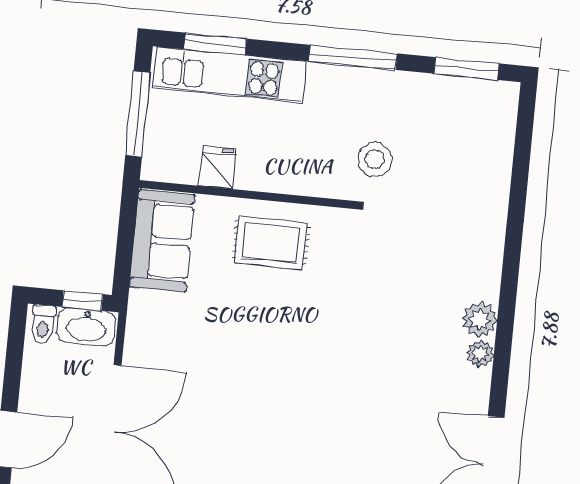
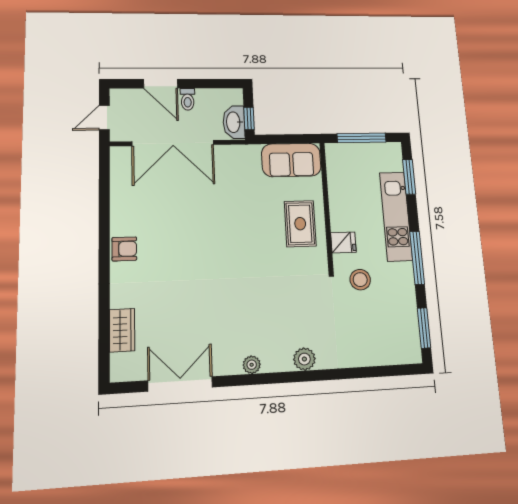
kitchen unit: (229, 75) -> (396, 216), moved
fridge: (218, 167) -> (343, 243), moved
plant: (480, 319) -> (304, 359), moved
toilet: (43, 324) -> (188, 99), moved, turned -90

